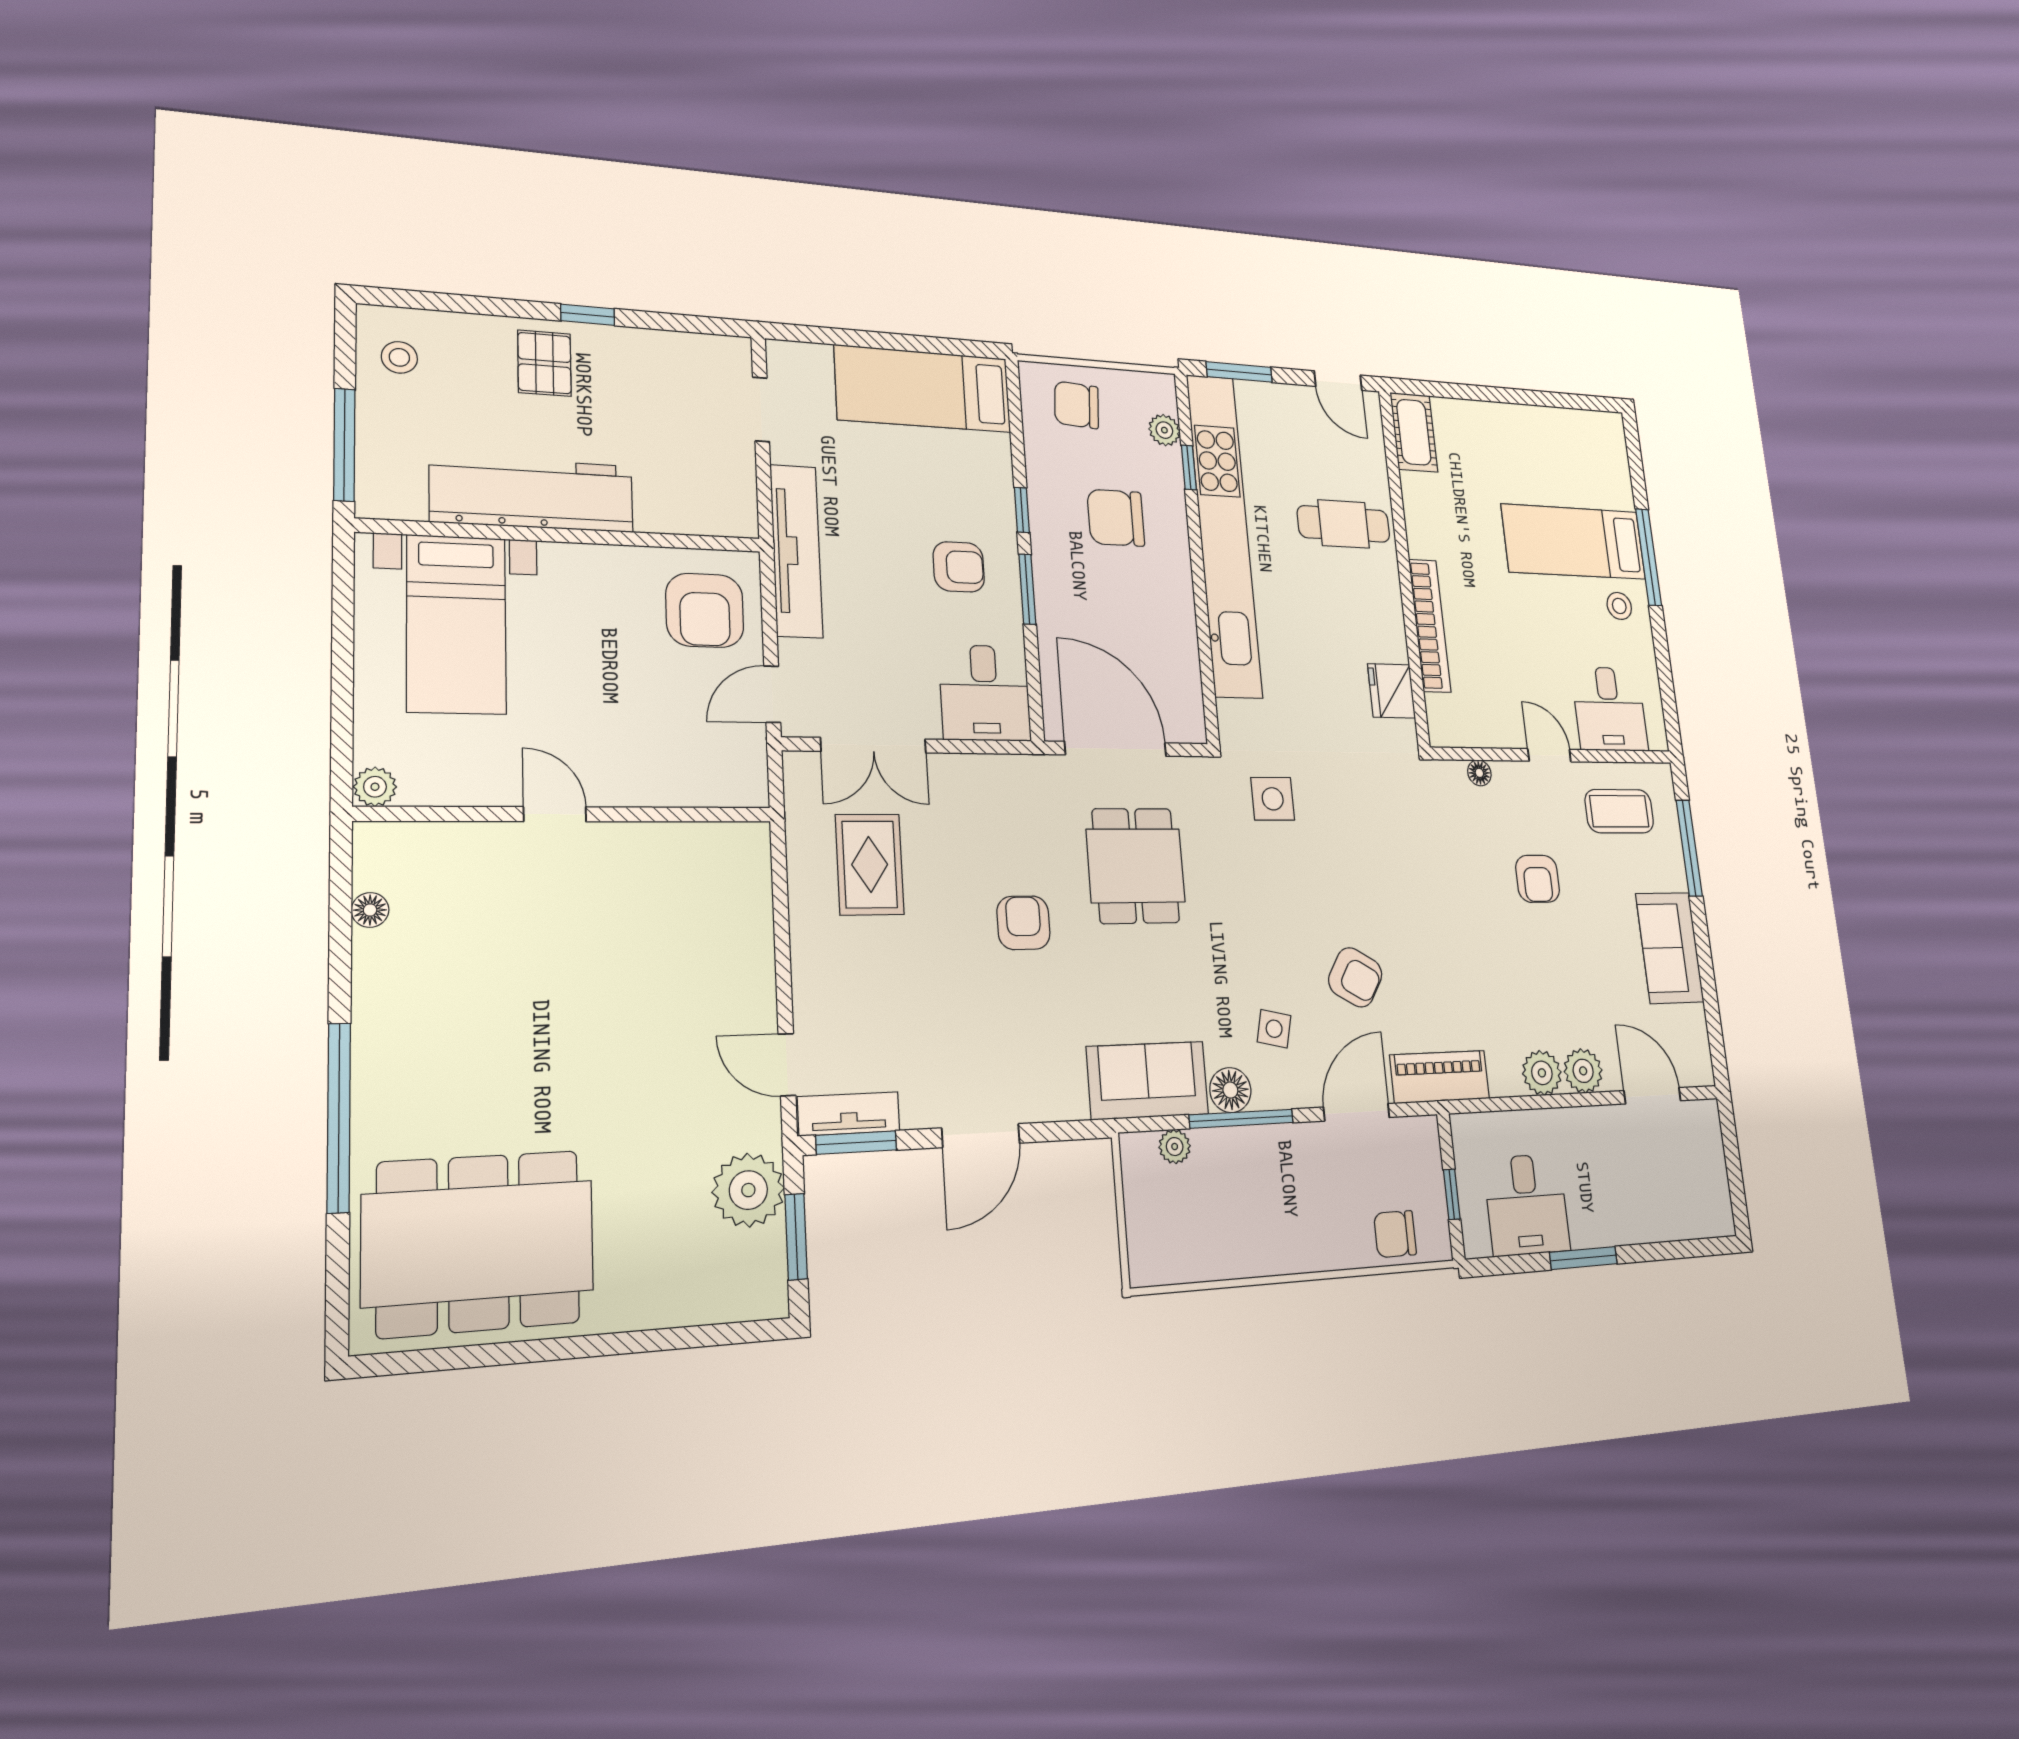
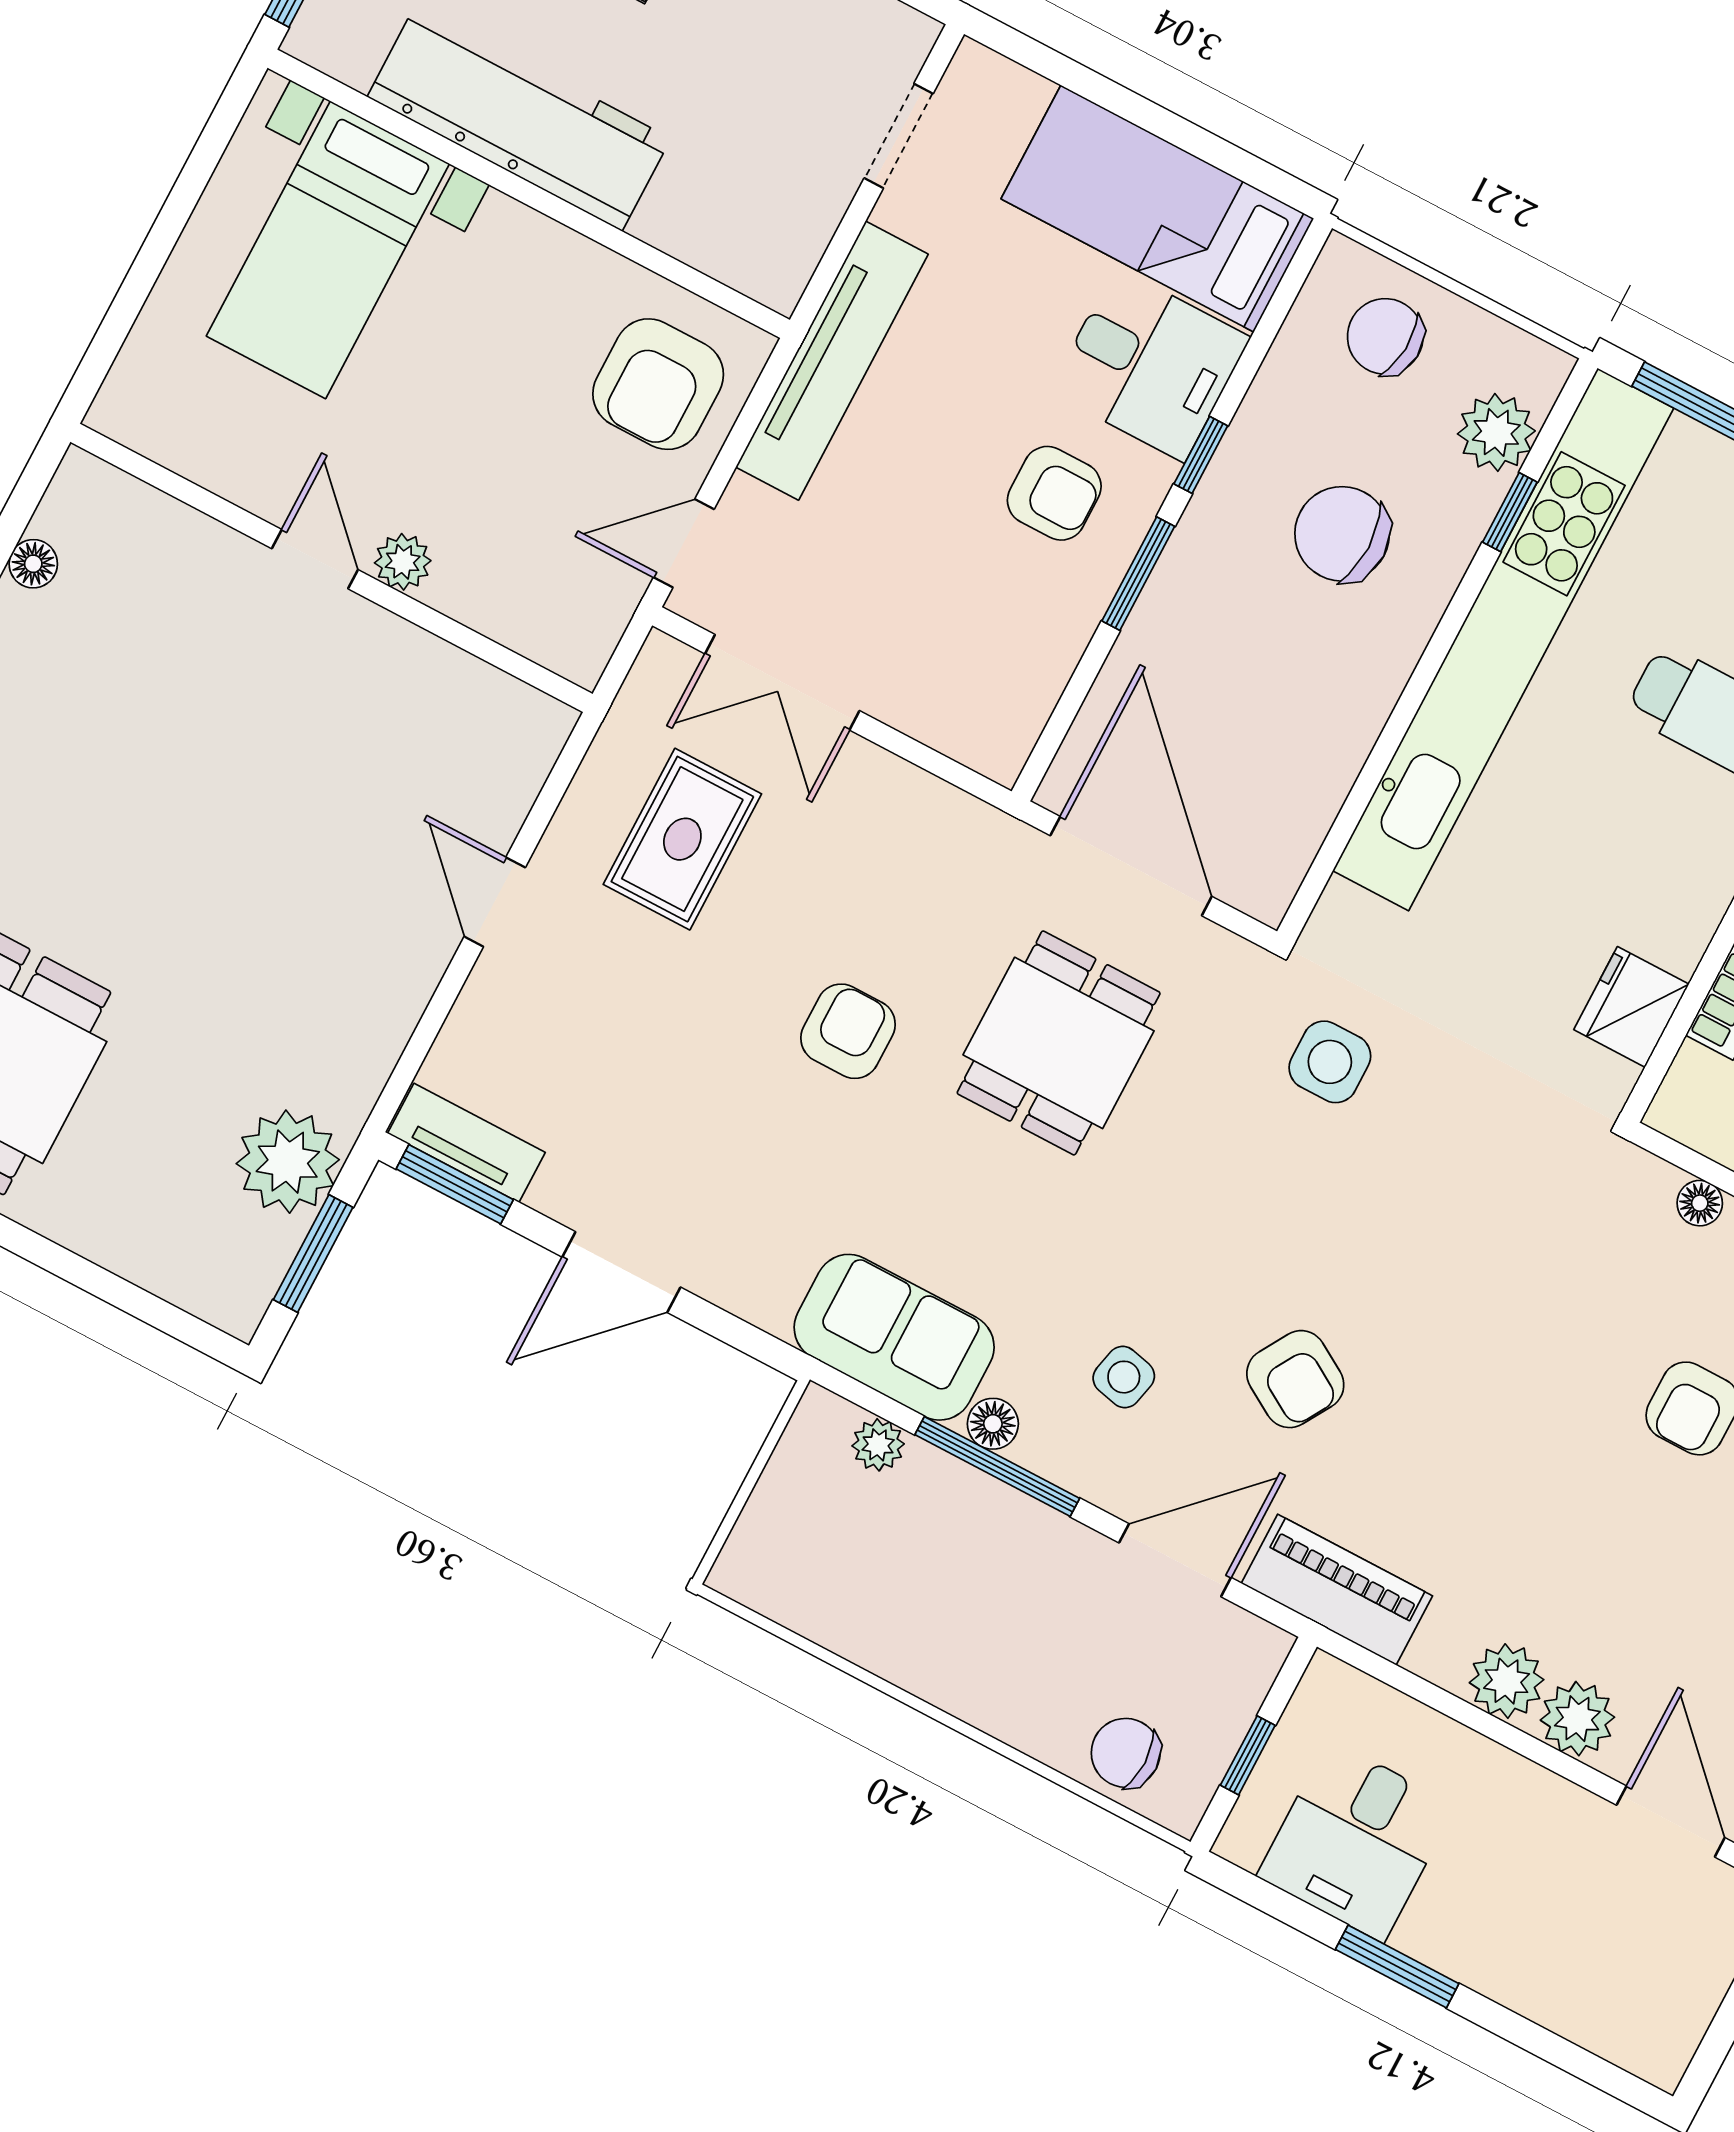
plant: (1164, 430) -> (1496, 432), width x1.38, depth x1.38
desk: (985, 693) -> (1150, 364), moved, turned -90
plant: (375, 787) -> (403, 562), moved
door: (787, 1065) -> (495, 902), moved
floor lamp: (1230, 1090) -> (993, 1424), width x0.73, depth x0.73

